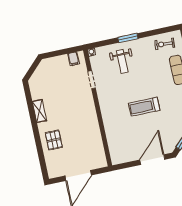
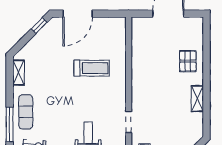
treadmill: (144, 107) -> (92, 68), moved

